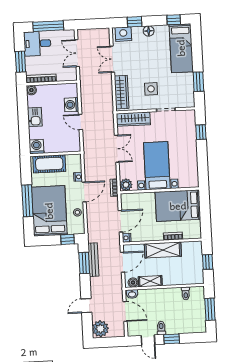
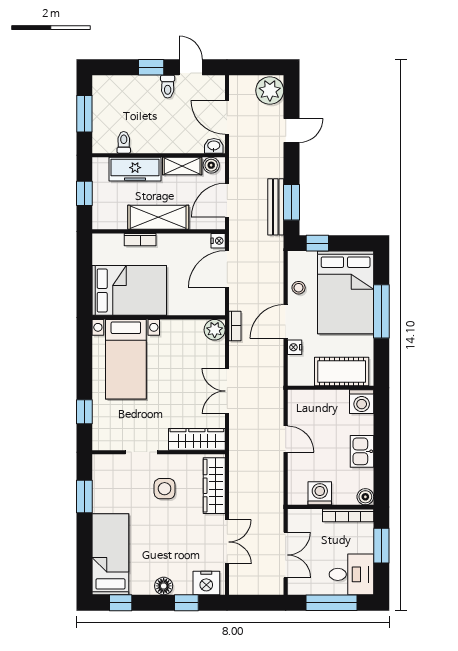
washing machine: (72, 105) -> (320, 493), moved, turned -90
bed with nightstands: (157, 166) -> (126, 359), moved
freezer: (178, 278) -> (135, 169), added

